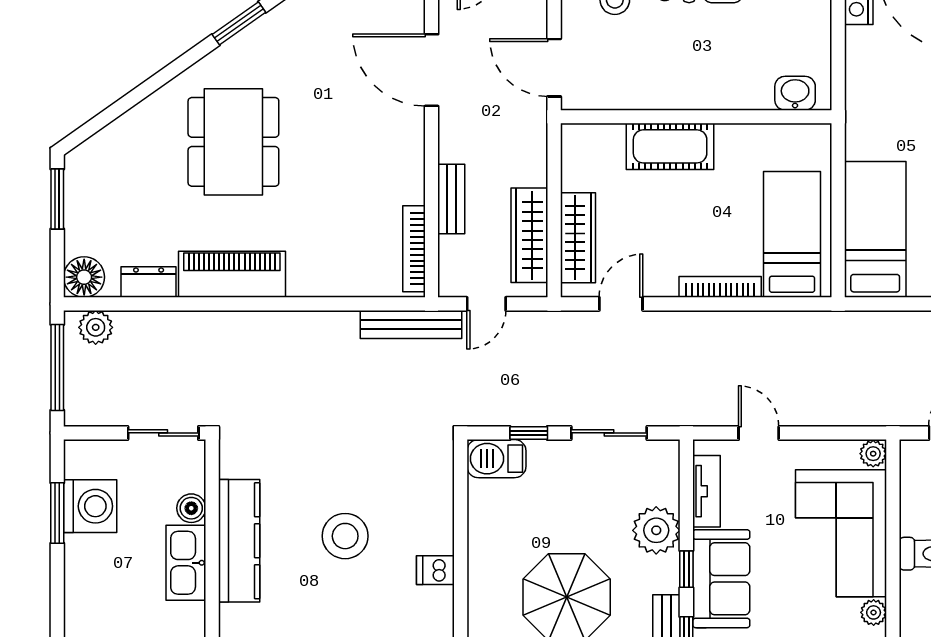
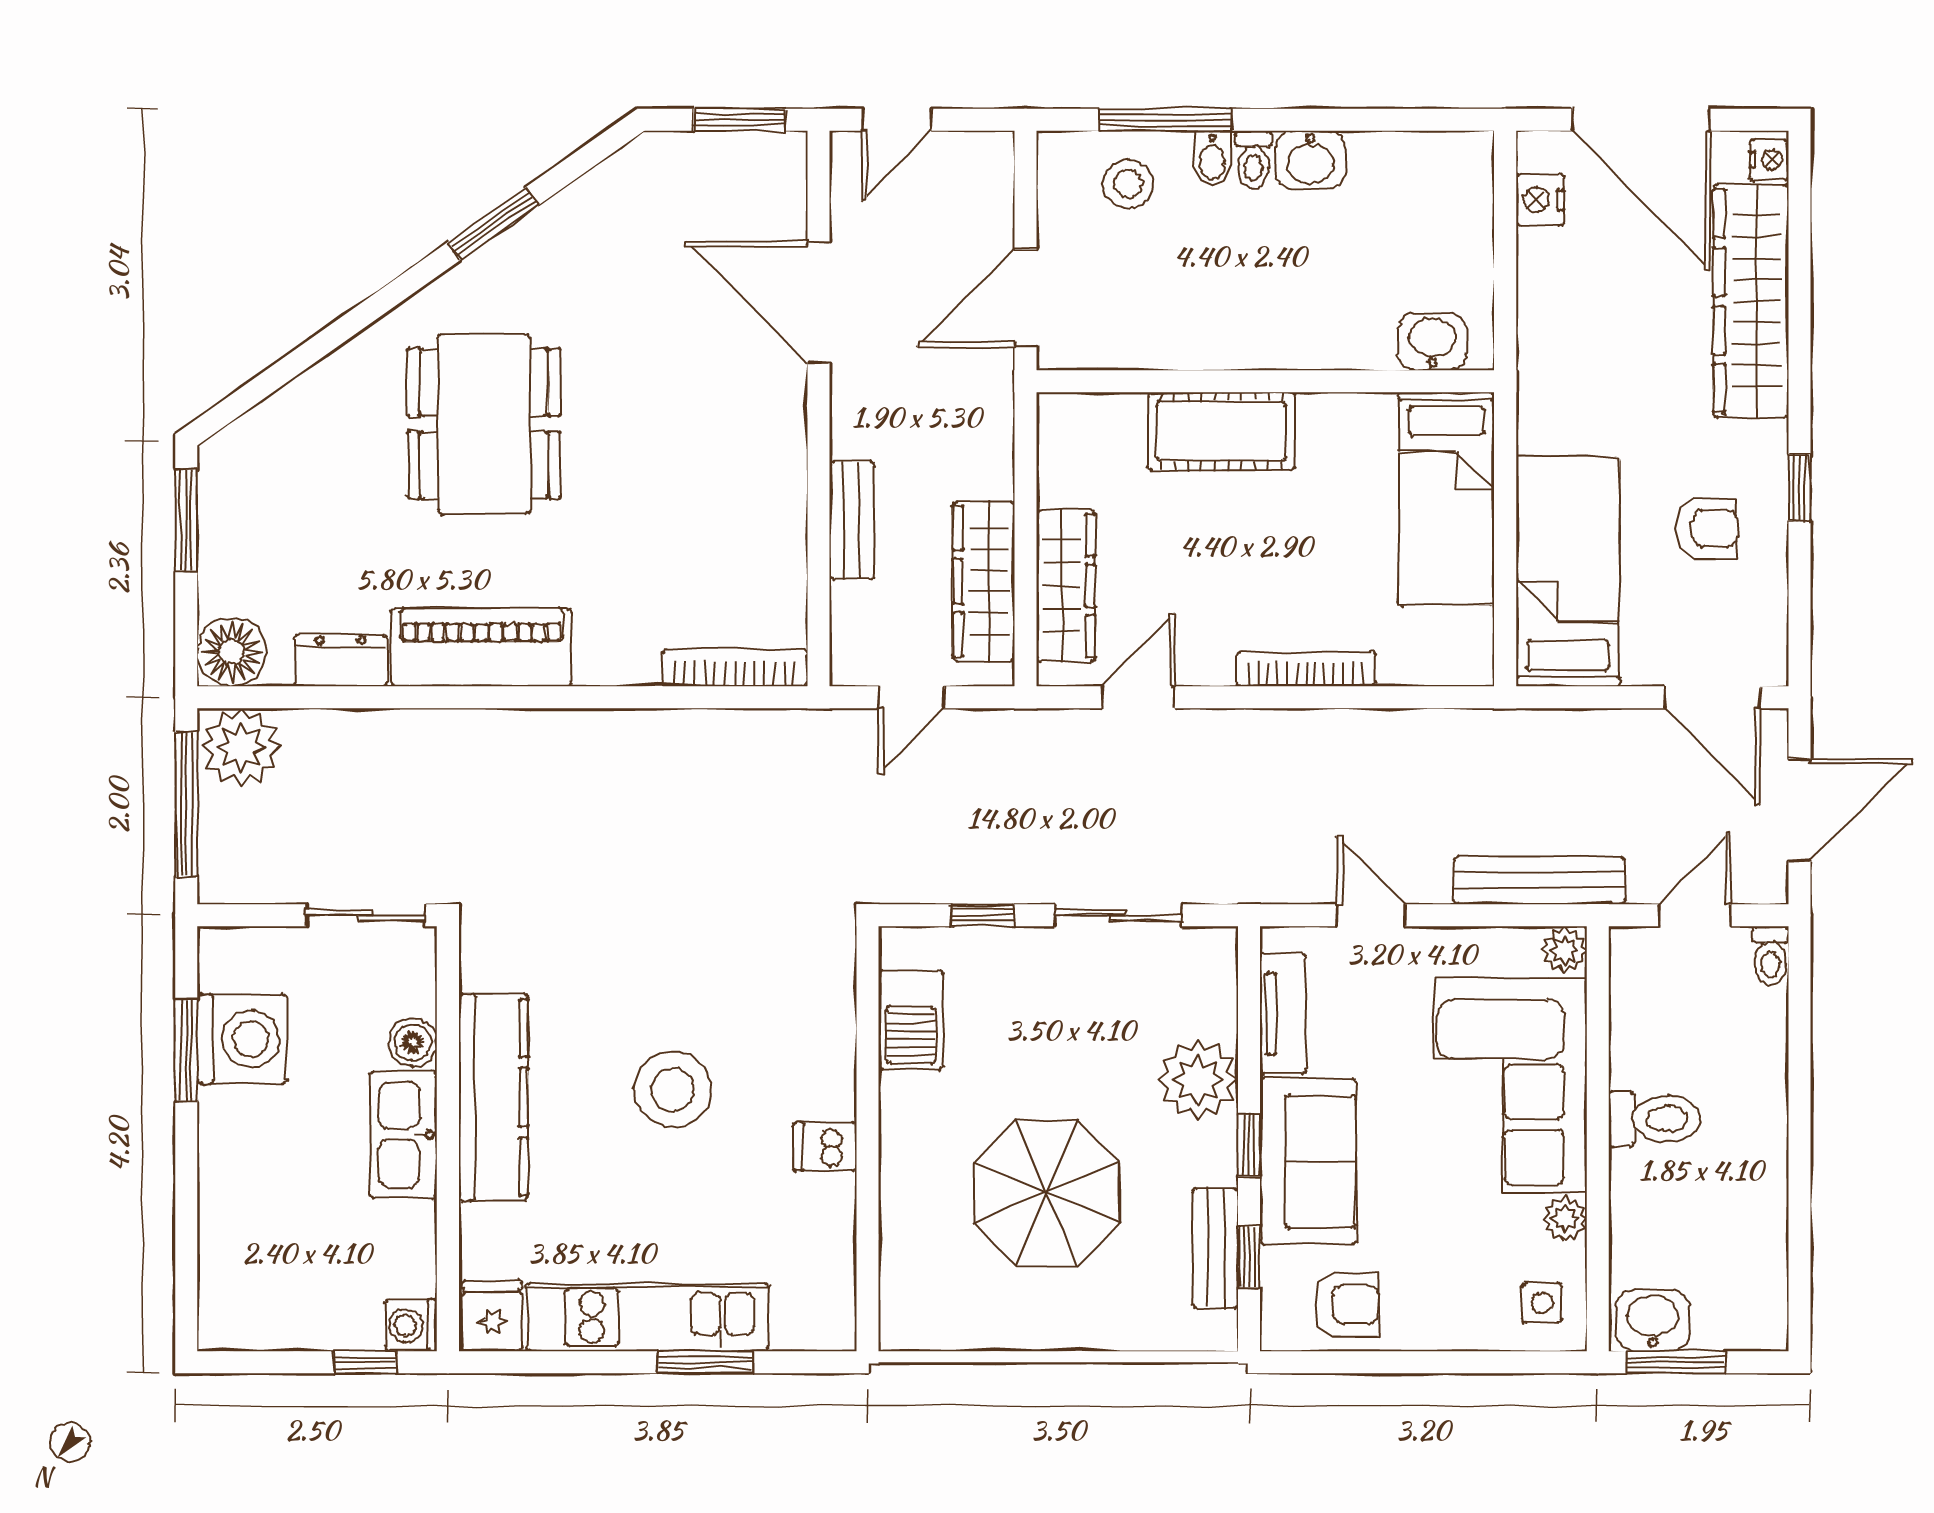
door: (554, 68) -> (1026, 298), hinge flipped
bed: (792, 234) -> (1446, 499), moved, turned 180
bookcase: (414, 249) -> (735, 668), moved, turned 90
bench: (411, 325) -> (1540, 880), moved
plant: (96, 327) -> (241, 747), width x1.36, depth x1.36
barbecue: (496, 459) -> (911, 1020), moved, turned -90

